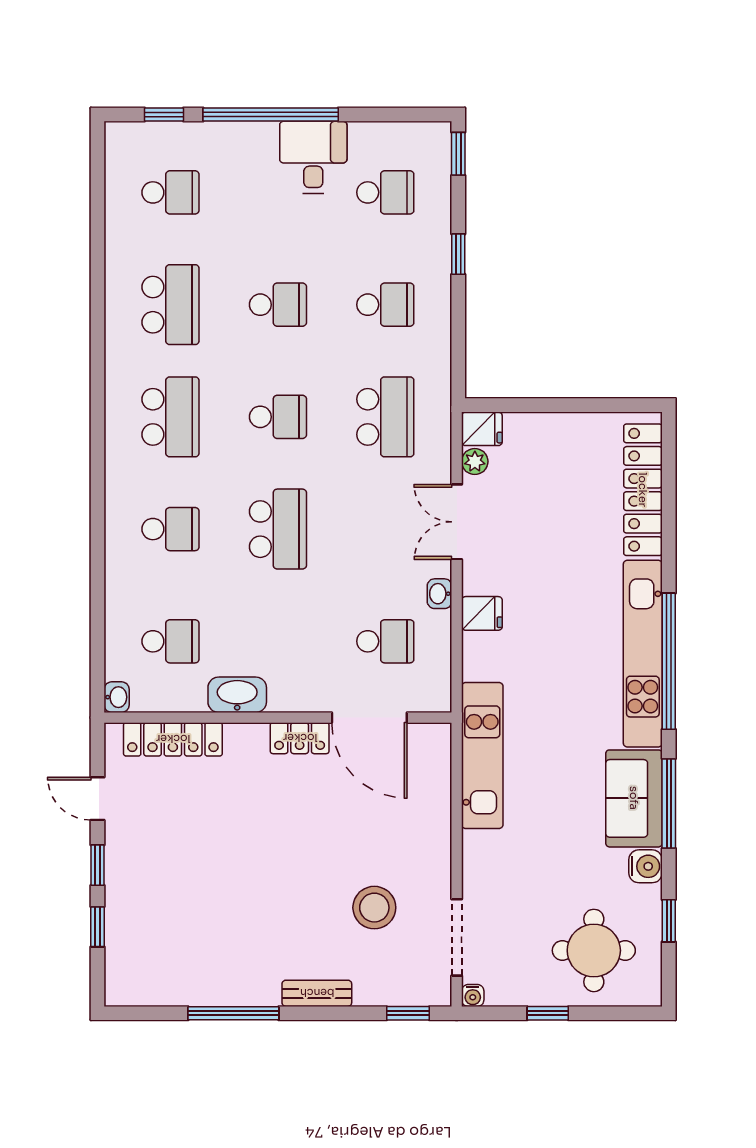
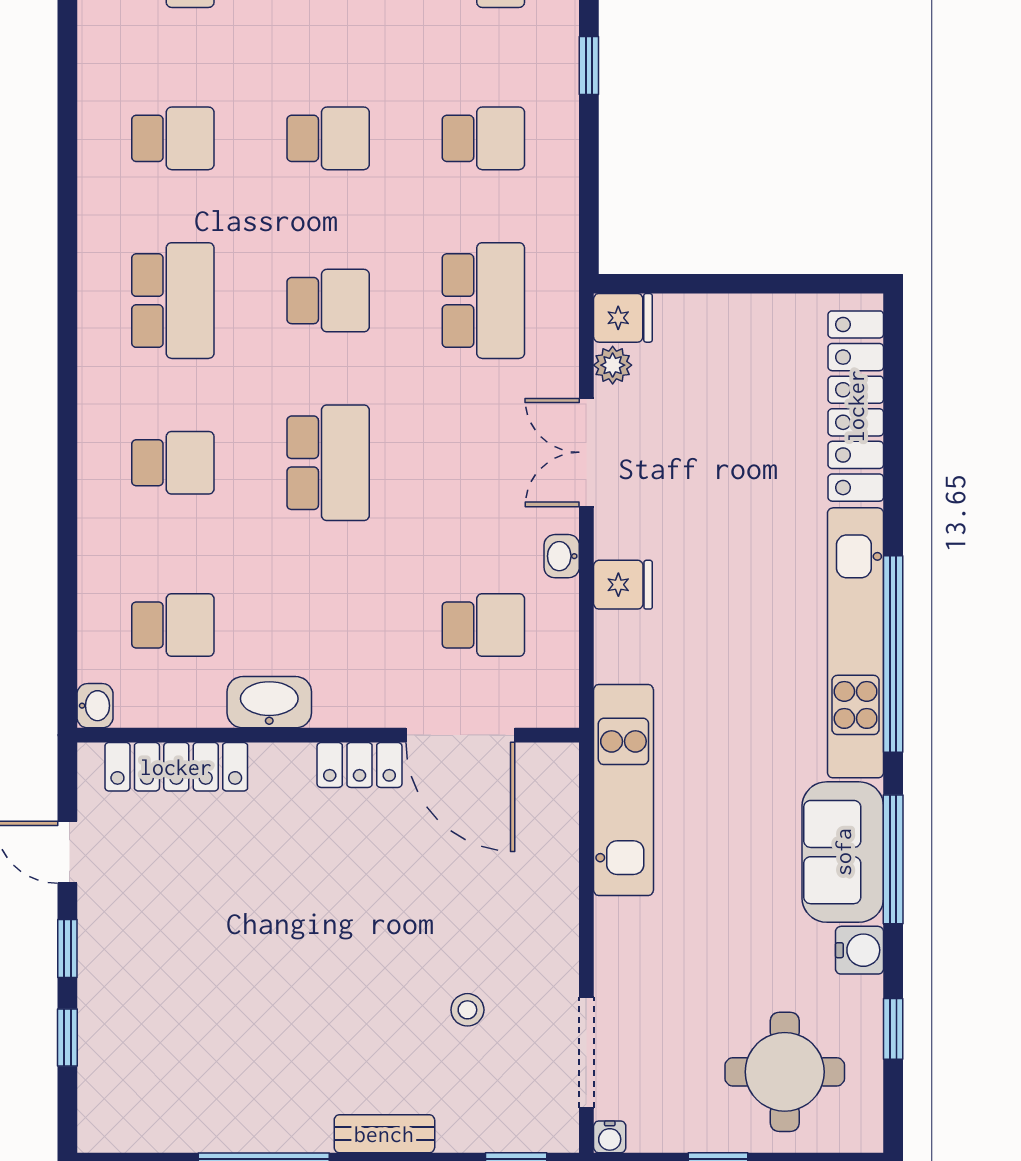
school desk: (170, 305) -> (173, 138), width x0.54
stool: (374, 908) -> (467, 1010), width x0.53, depth x0.53

